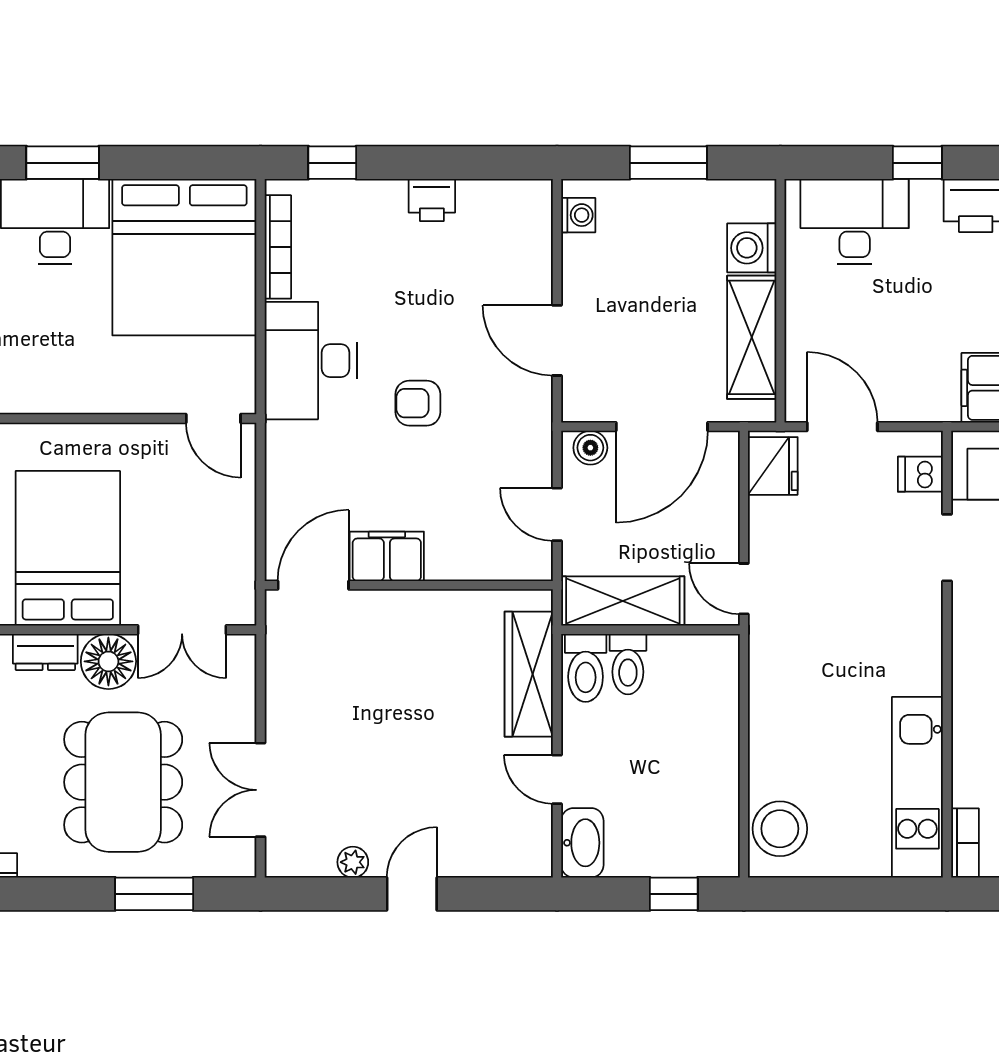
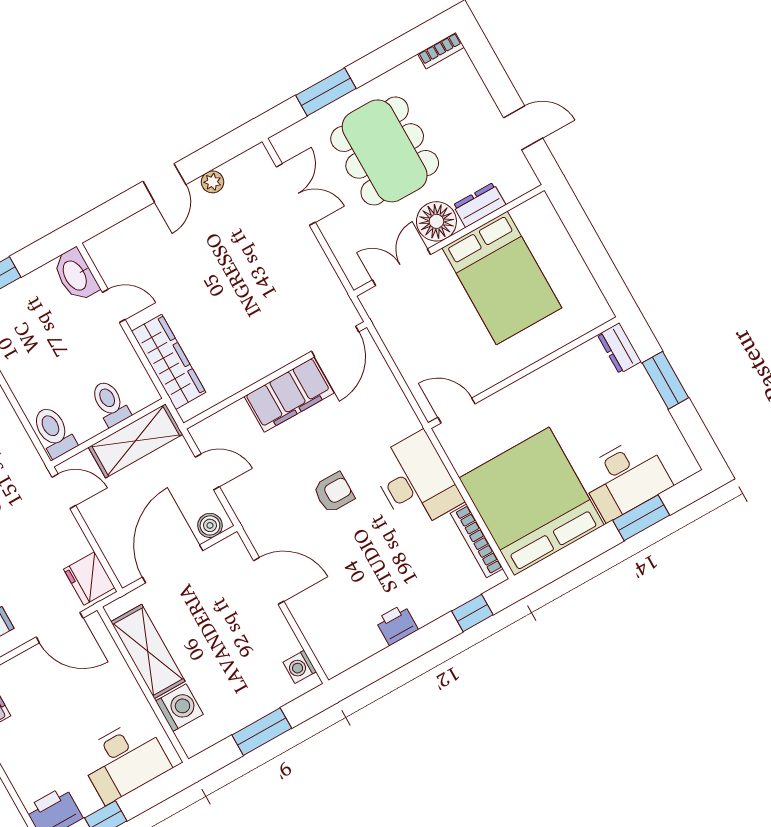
filing cabinet: (387, 556) -> (289, 395), width x1.50, depth x1.17
toilet: (586, 668) -> (54, 432), moved

